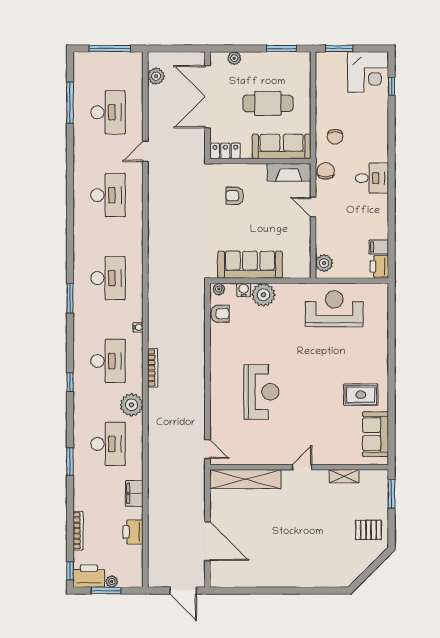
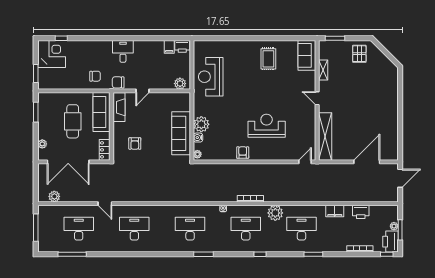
armchair: (220, 314) -> (243, 153), moved
sofa: (375, 434) -> (307, 55), moved, turned 90

